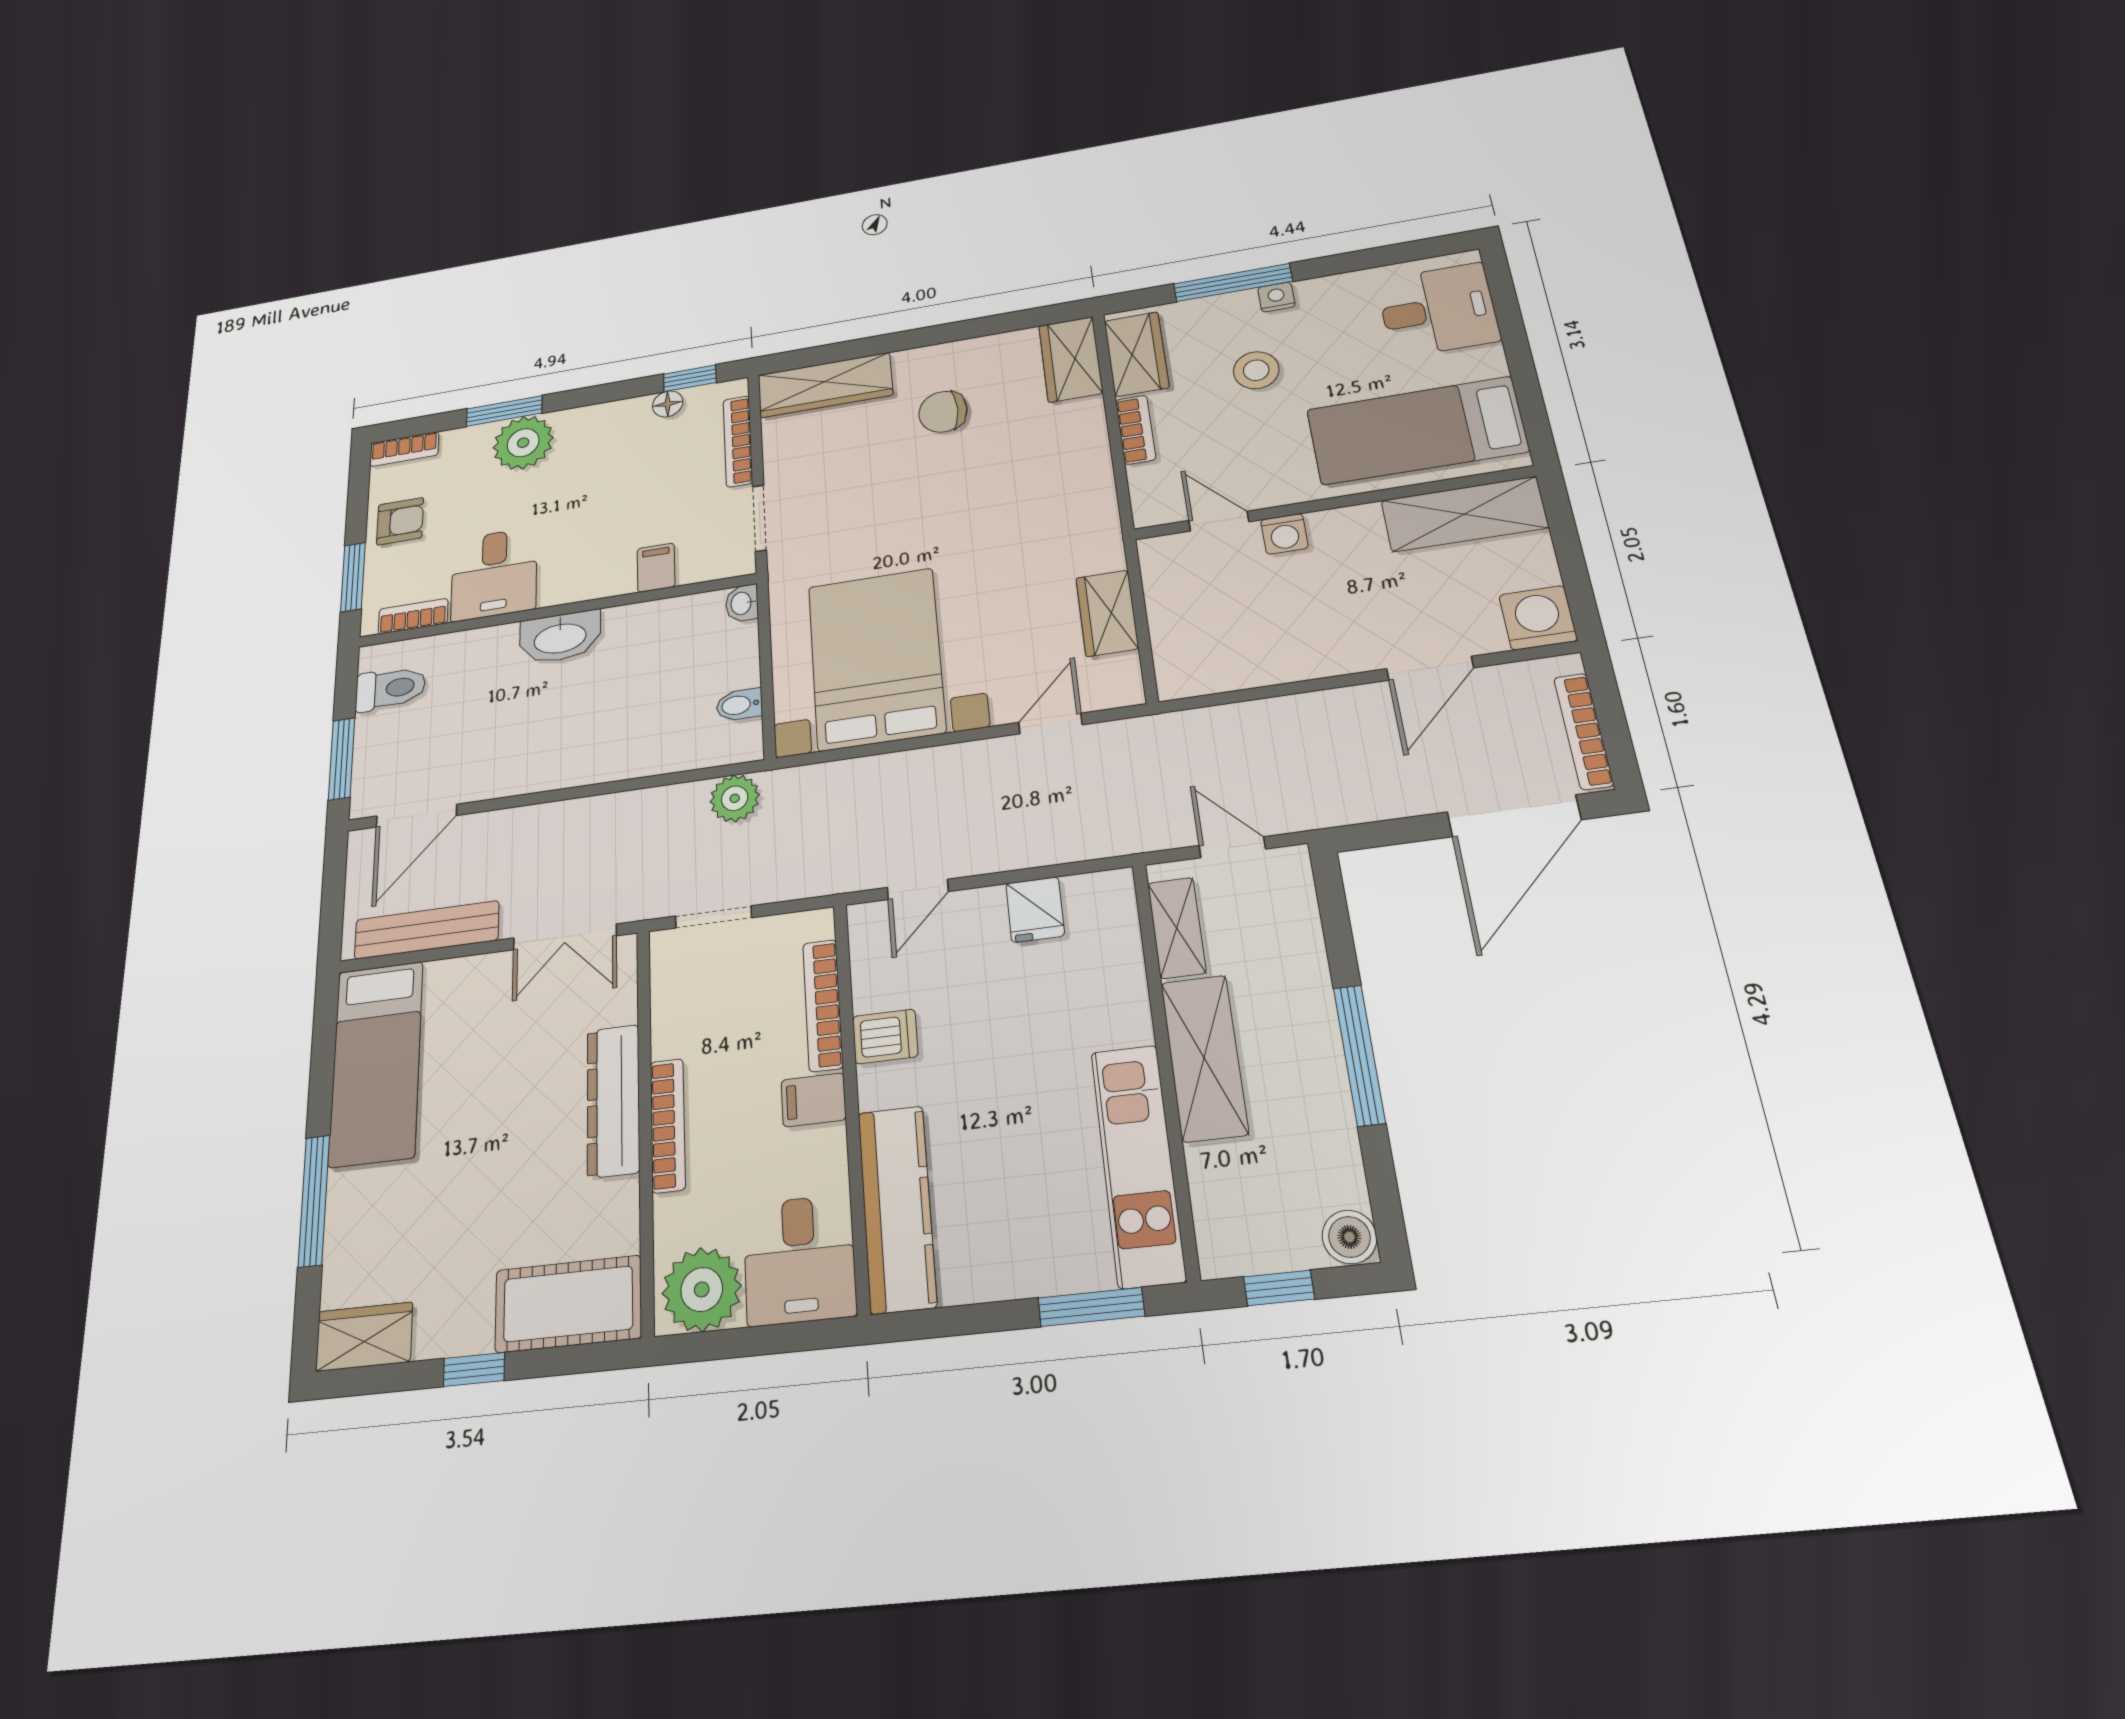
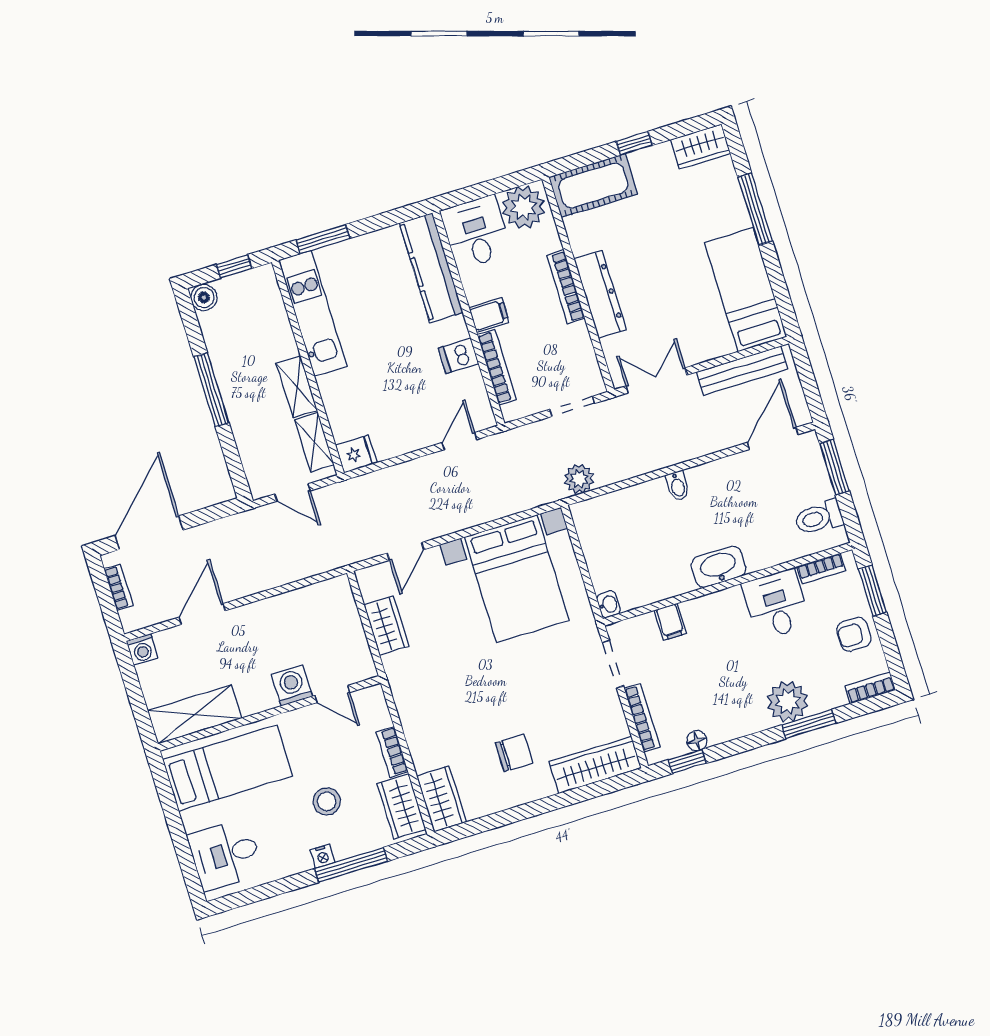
washing machine: (1284, 534) -> (292, 686), width x1.38, depth x1.38
washing machine: (1538, 618) -> (142, 649), width x0.73, depth x0.73
bidet: (739, 705) -> (678, 486), moved, turned 90
bookcase: (1584, 731) -> (118, 587), width x0.64
fridge: (1035, 909) -> (356, 454), moved, turned 90
shelving: (1204, 1058) -> (297, 387), width x0.67, depth x0.75

